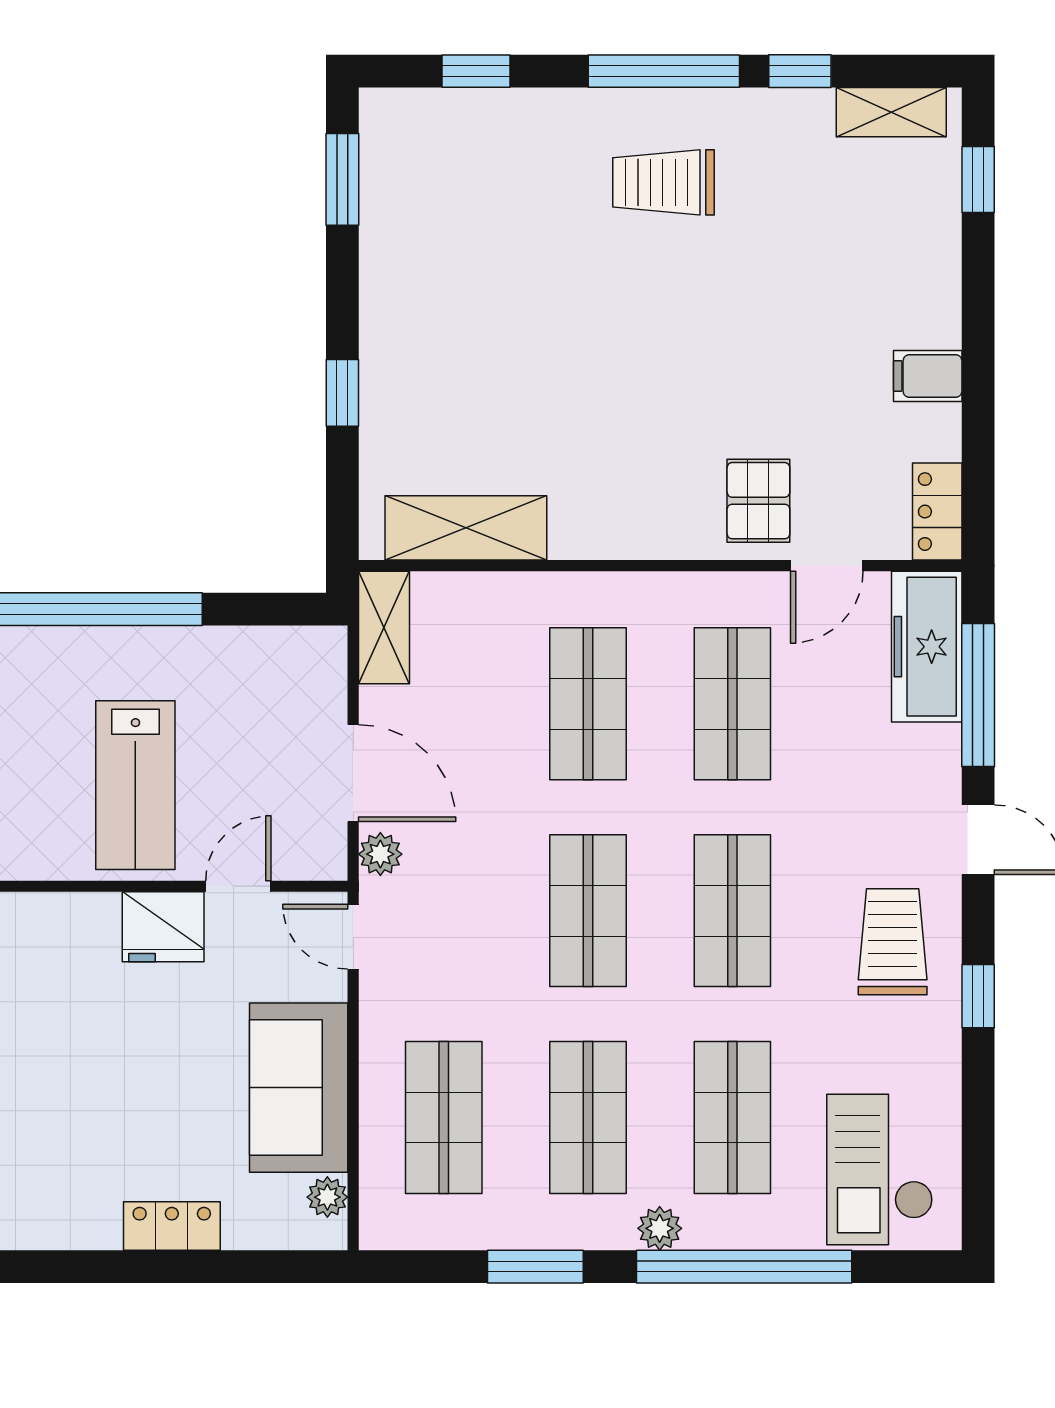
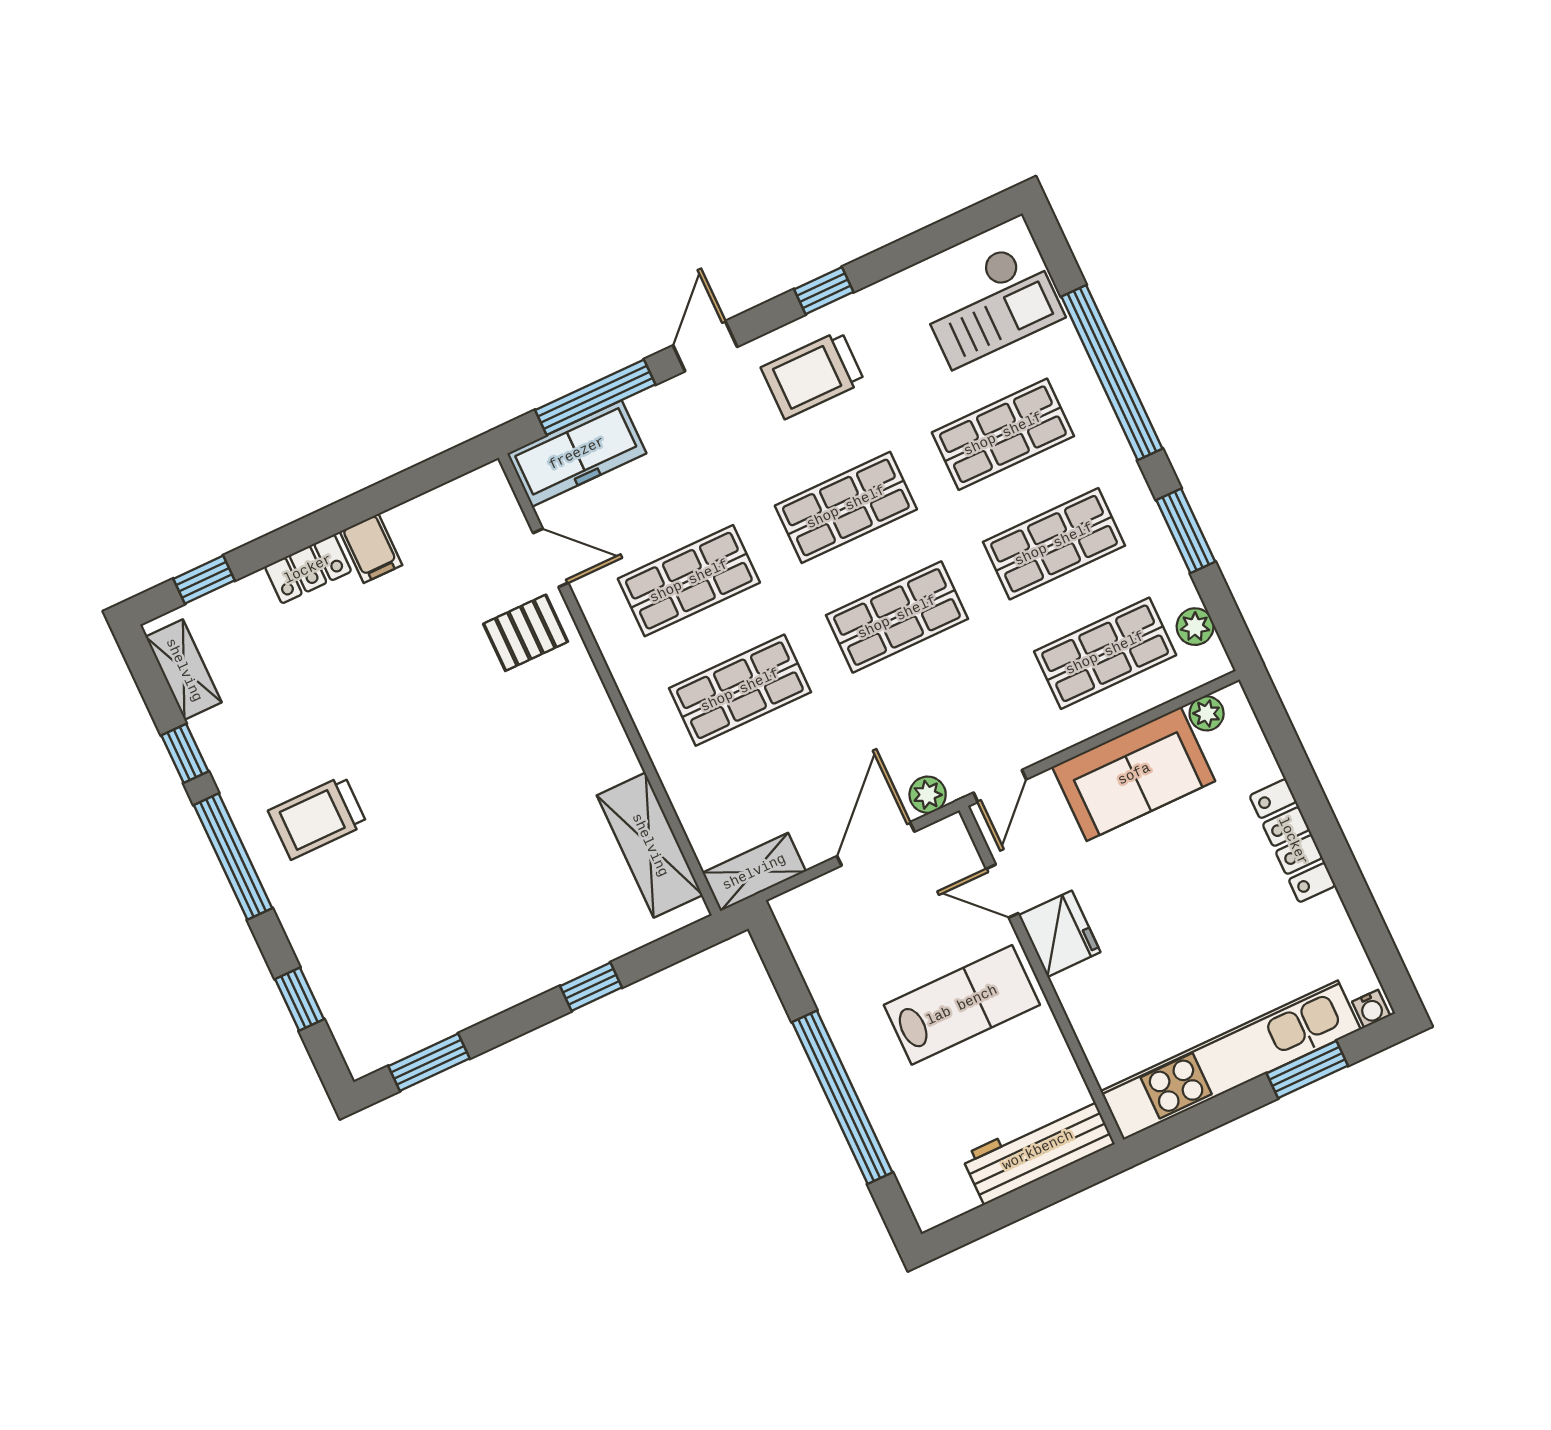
trolley: (663, 182) -> (318, 817), turned 90
locker: (937, 512) -> (308, 569), moved
locker: (172, 1226) -> (1293, 841), width x1.53
plant: (660, 1228) -> (1195, 627), moved

